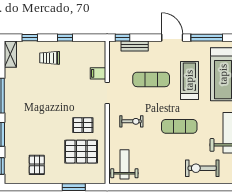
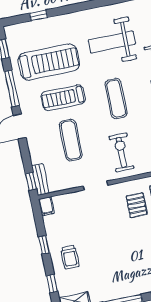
bench: (135, 46) -> (40, 179), moved
filing cabinet: (98, 73) -> (46, 206), moved
exercise bike: (131, 121) -> (121, 152), width x1.38, depth x1.39

